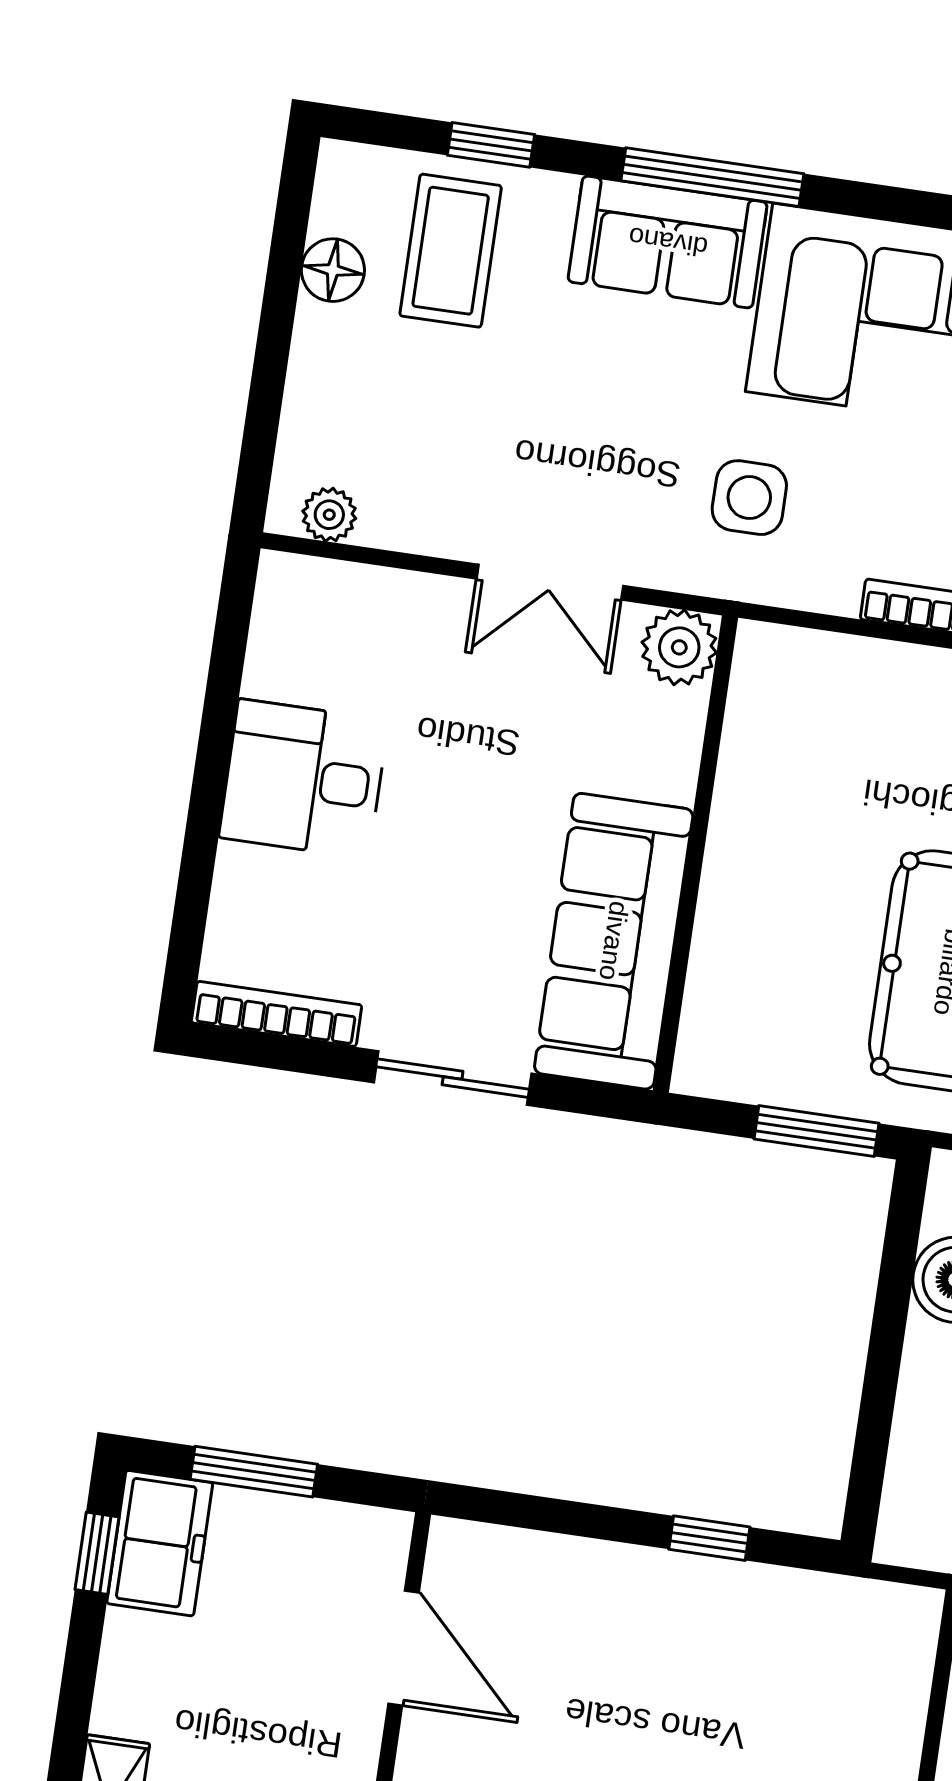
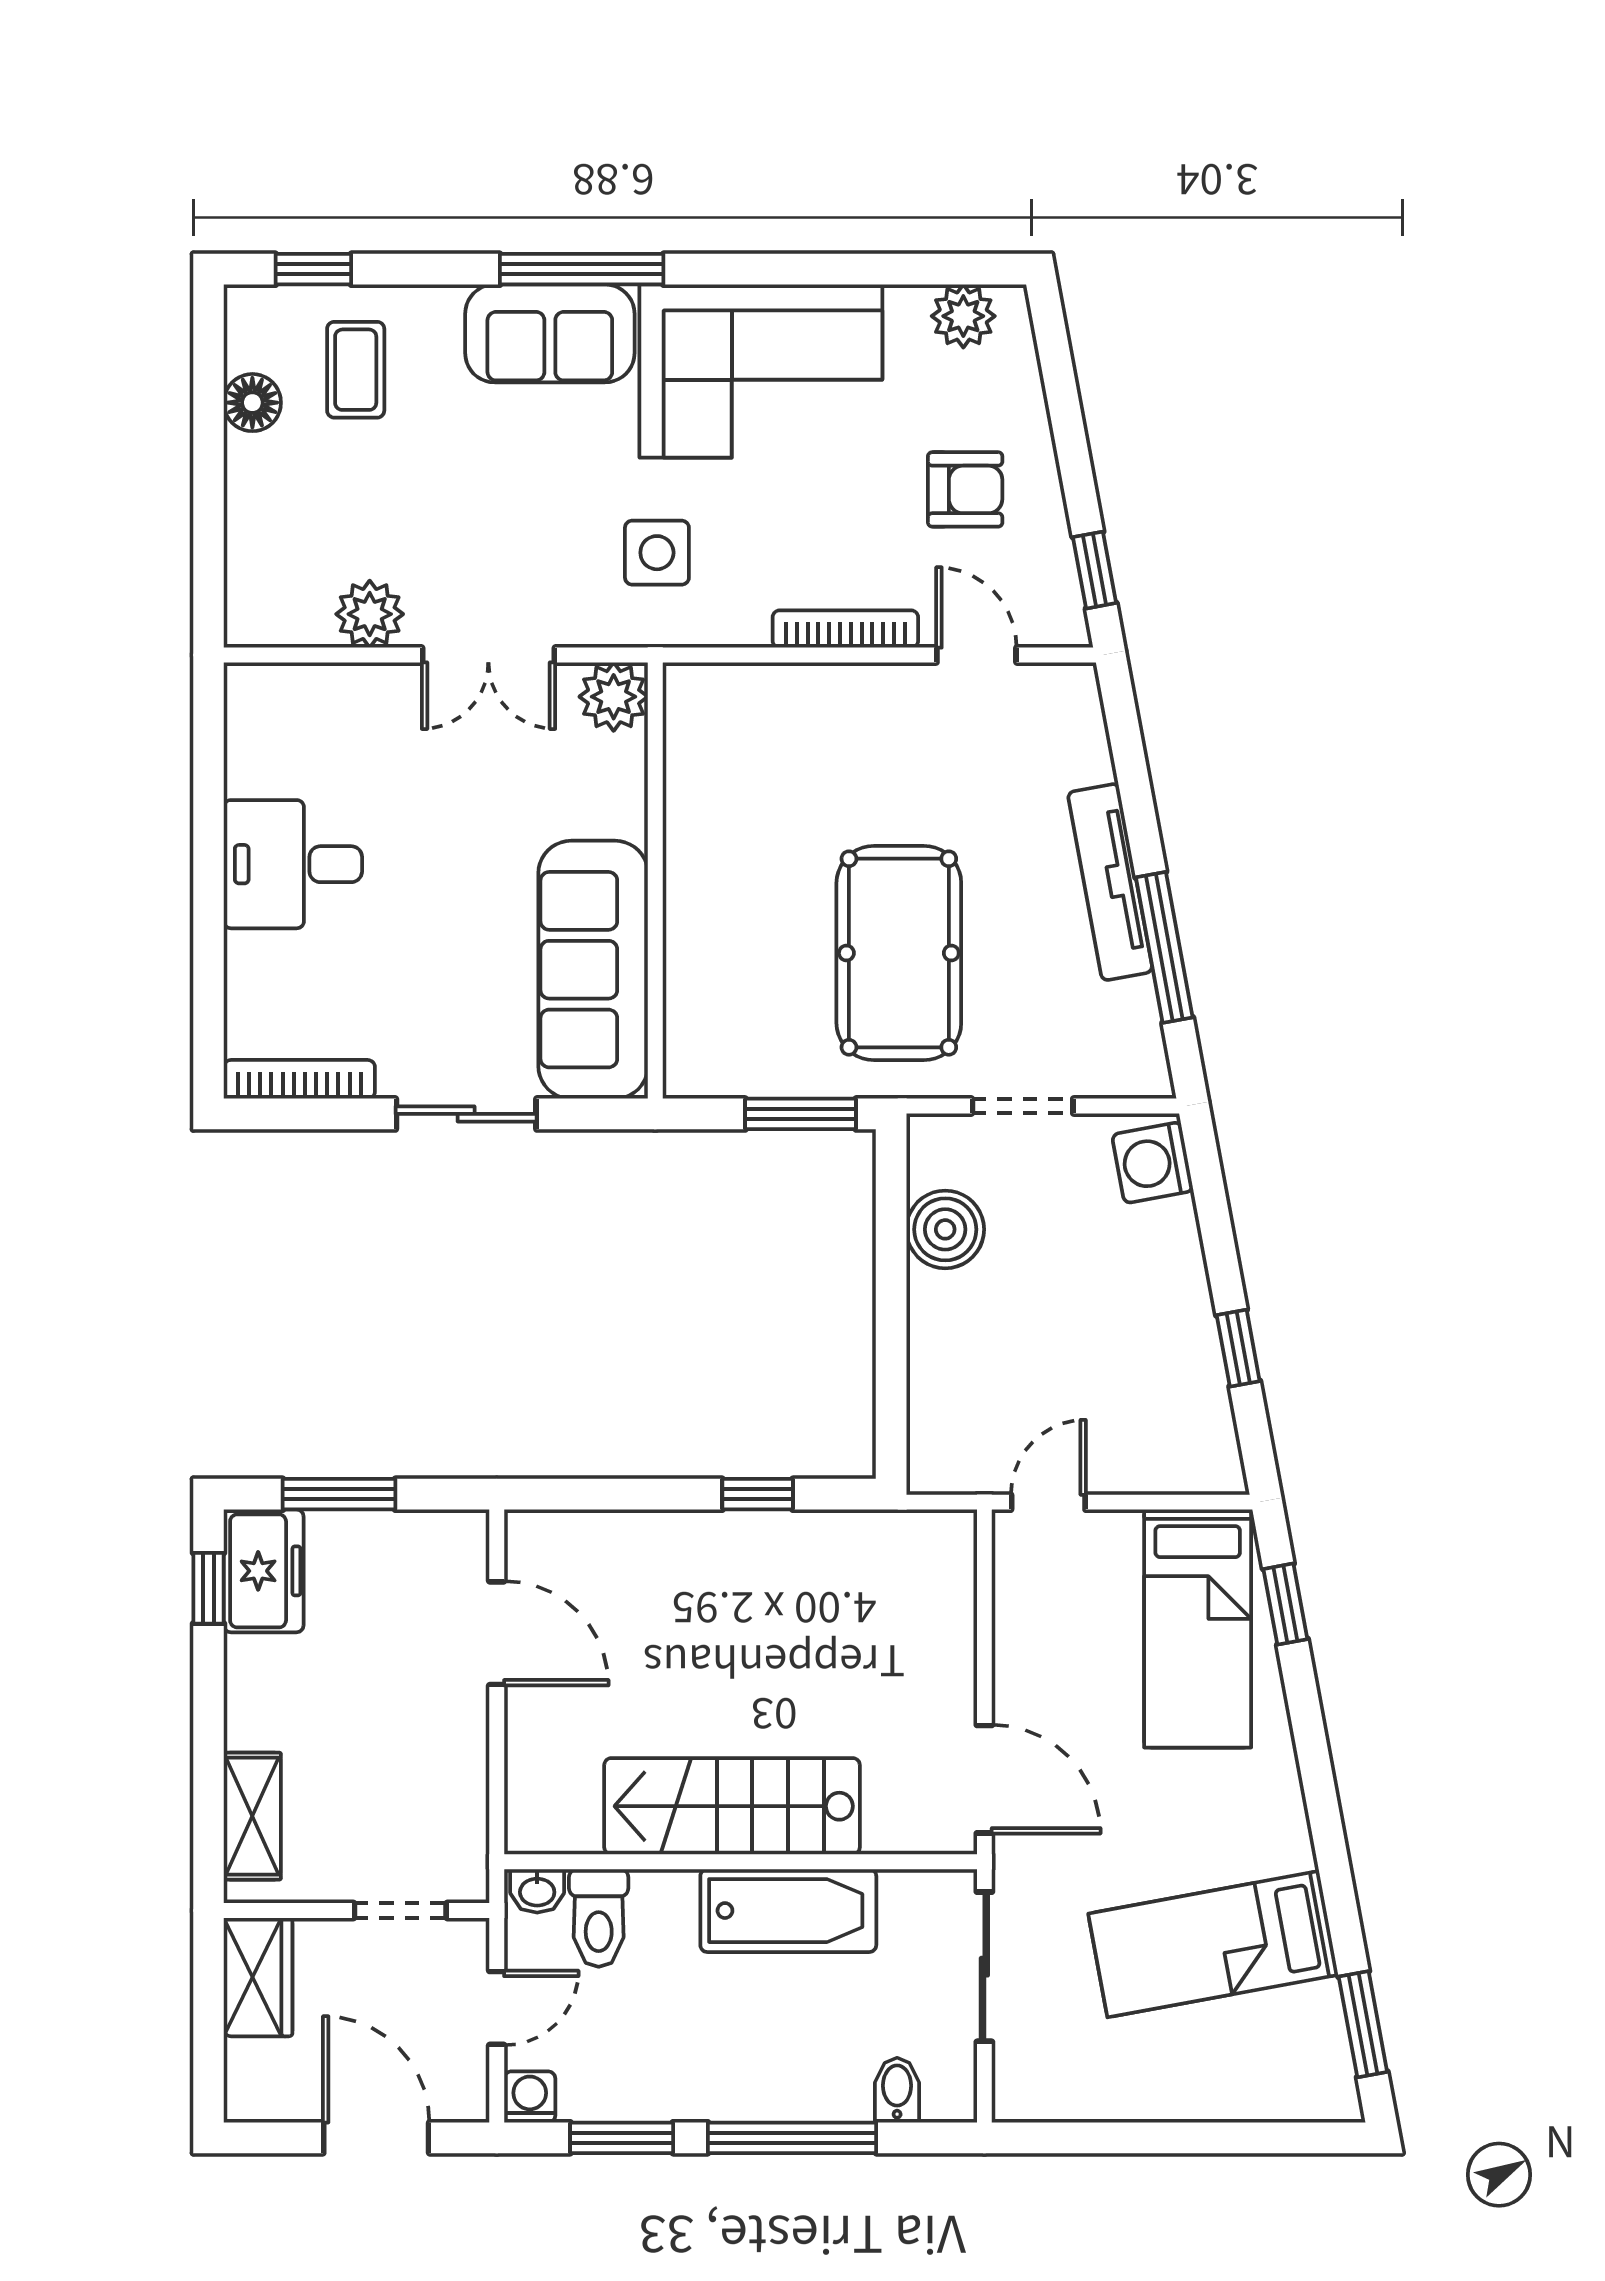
window: (491, 145) -> (313, 269), moved
coffee table: (451, 251) -> (356, 370), width x0.73, depth x0.77
plant: (329, 515) -> (370, 614), moved, width x1.38, depth x1.38

